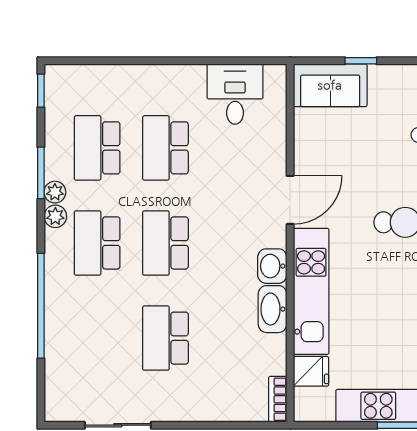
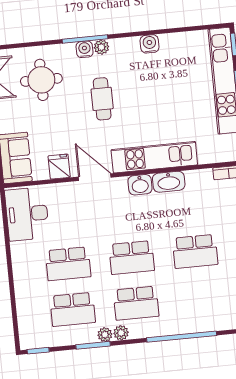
desk: (235, 94) -> (27, 214), width x1.37
fridge: (311, 371) -> (59, 167), moved

